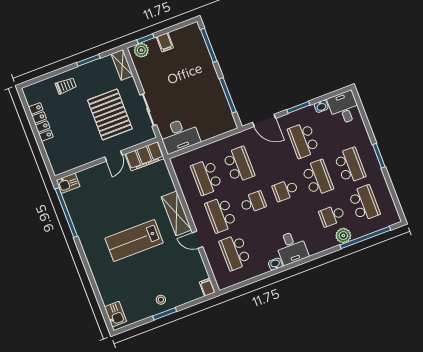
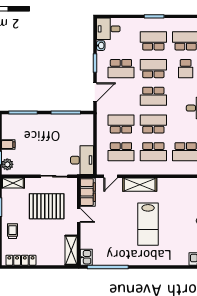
locker: (41, 122) -> (21, 260), moved
shelving: (70, 162) -> (71, 250), added
school desk: (285, 190) -> (153, 96), width x1.85
school desk: (253, 202) -> (153, 124), width x1.85
door: (198, 240) -> (111, 176), moved

